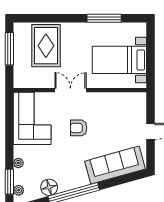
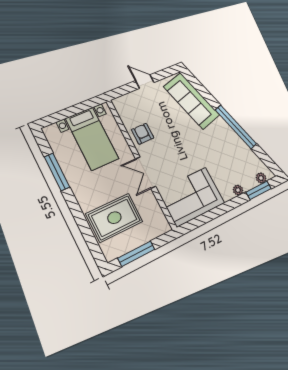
armchair: (79, 128) -> (143, 134), moved, turned 180
floor lamp: (49, 187) -> (243, 151), removed

